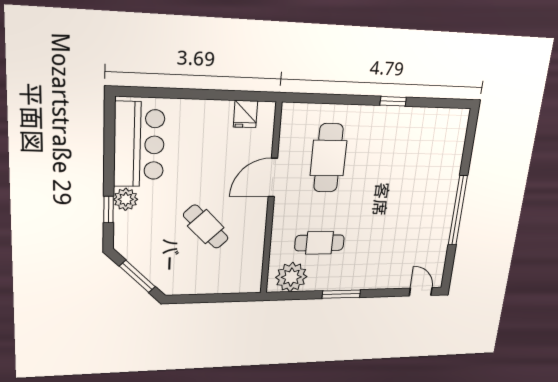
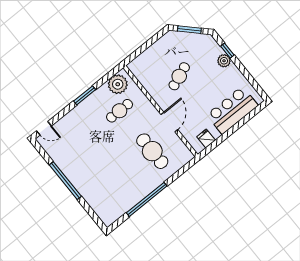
window: (393, 101) -> (147, 199), width x3.17
bar counter: (139, 145) -> (232, 110), moved, turned 90
cafe table: (206, 227) -> (179, 76), turned -67

